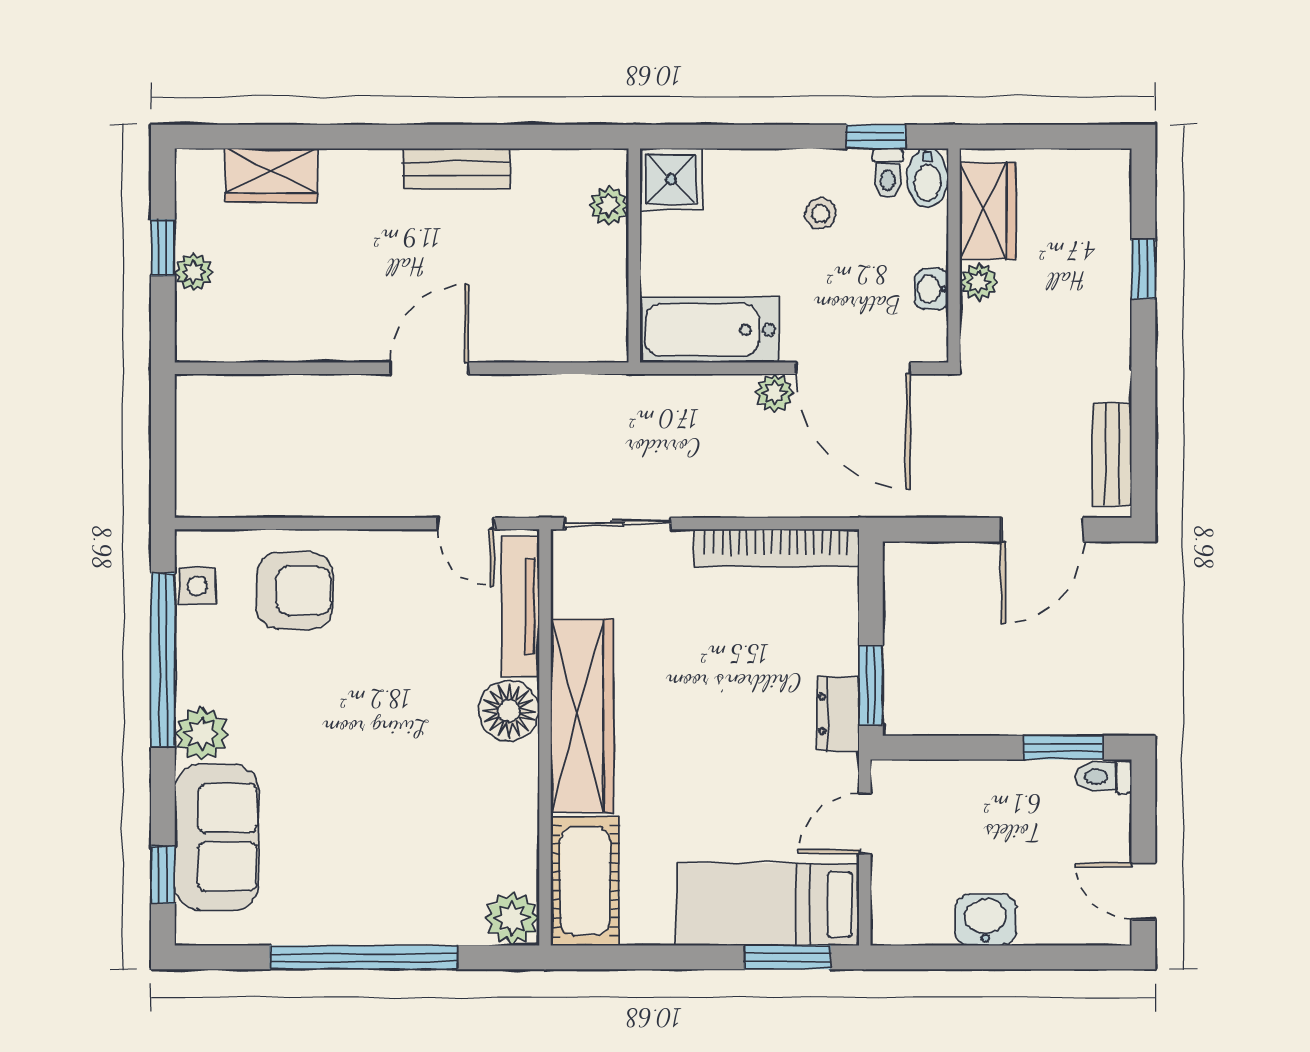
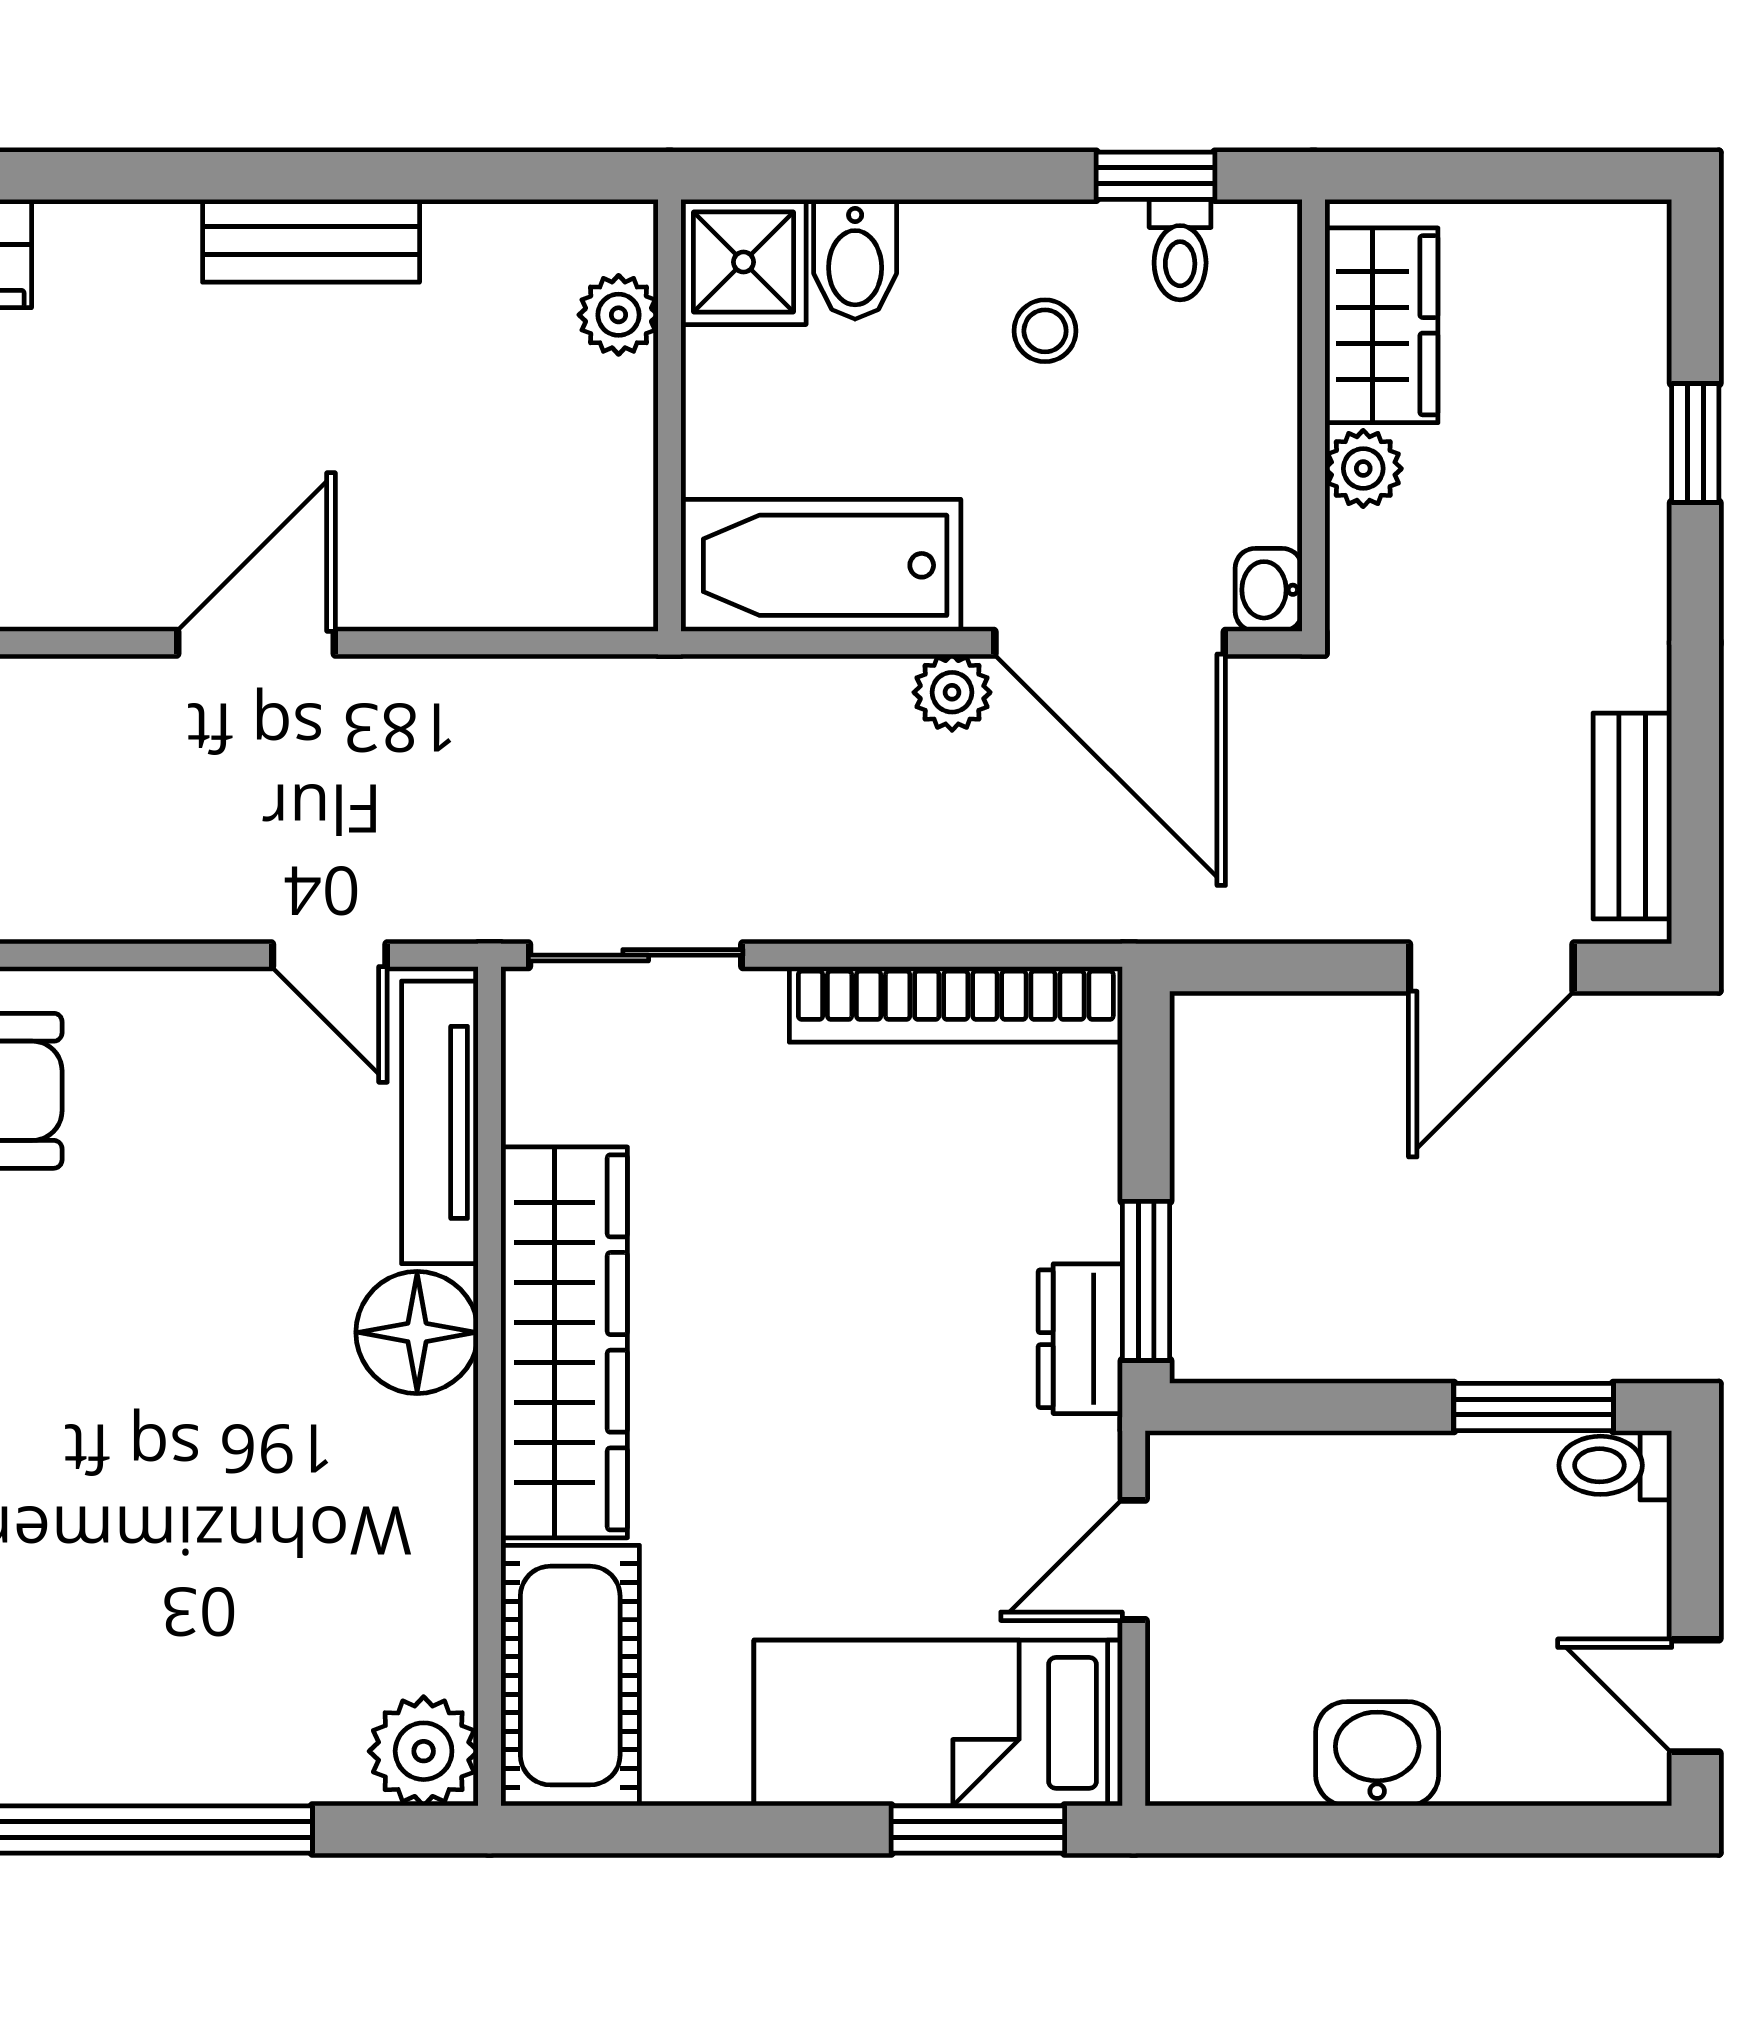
bidet: (927, 178) -> (855, 259), moved
washbasin: (932, 289) -> (1269, 590), moved

